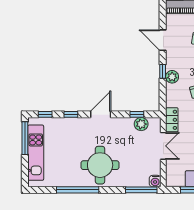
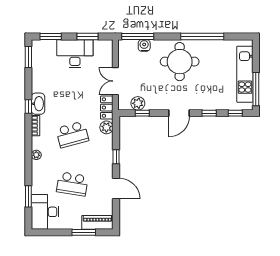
plant: (172, 77) -> (106, 127), moved
water cooler: (155, 181) -> (144, 45), moved

